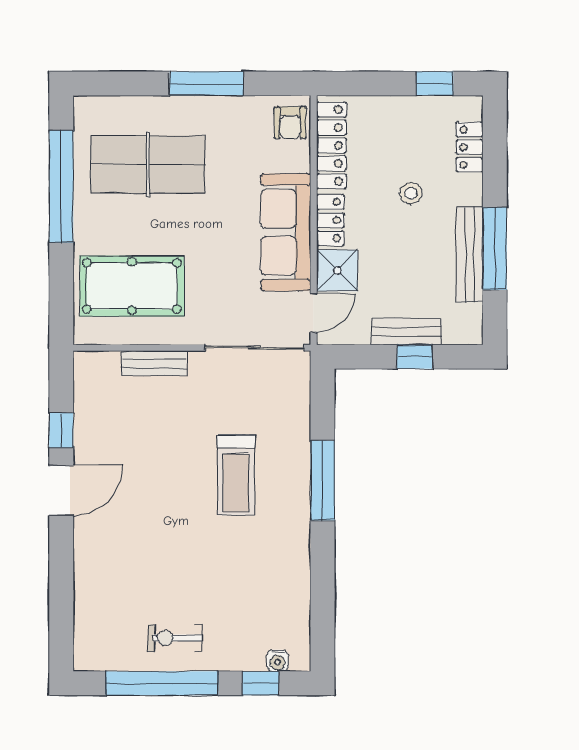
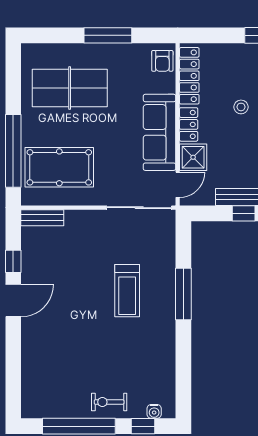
window: (61, 186) -> (13, 151), moved
bench: (154, 363) -> (42, 218), moved
exercise bike: (175, 638) -> (109, 402), moved

